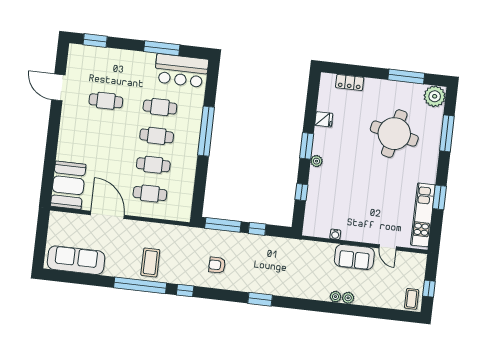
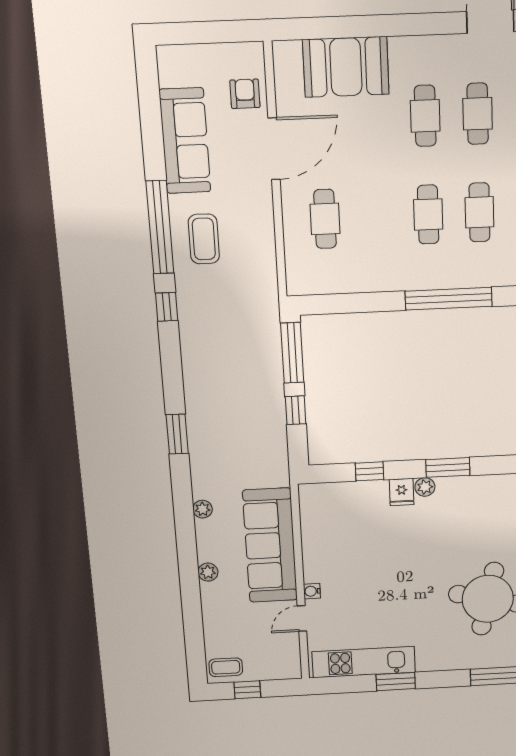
fridge: (324, 119) -> (402, 492), moved
cafe table: (153, 165) -> (425, 116), moved
booth: (68, 185) -> (346, 67), moved
water cooler: (335, 234) -> (312, 591), moved
sofa: (354, 257) -> (270, 545), width x1.85, depth x1.27
sofa: (76, 260) -> (185, 141), moved
coffee table: (150, 262) -> (204, 239), turned 90
armchair: (217, 265) -> (245, 94), moved
plant: (335, 297) -> (203, 509), moved

